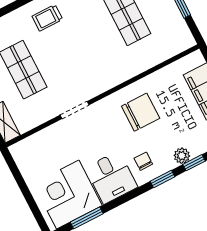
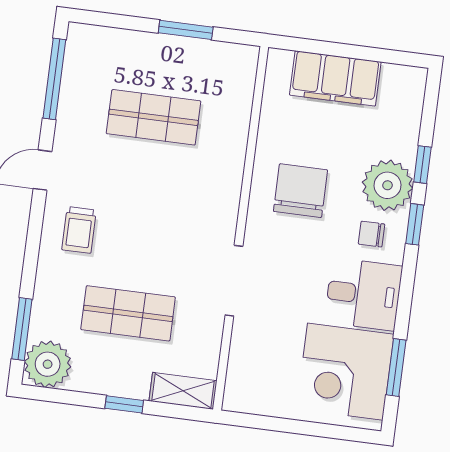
doorway: (75, 110) -> (234, 281), width x1.38
plant: (182, 156) -> (388, 185), width x1.87, depth x1.87

